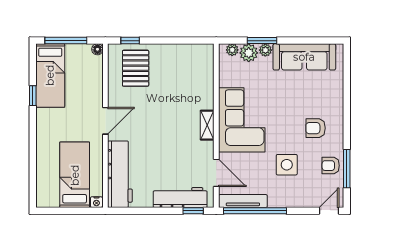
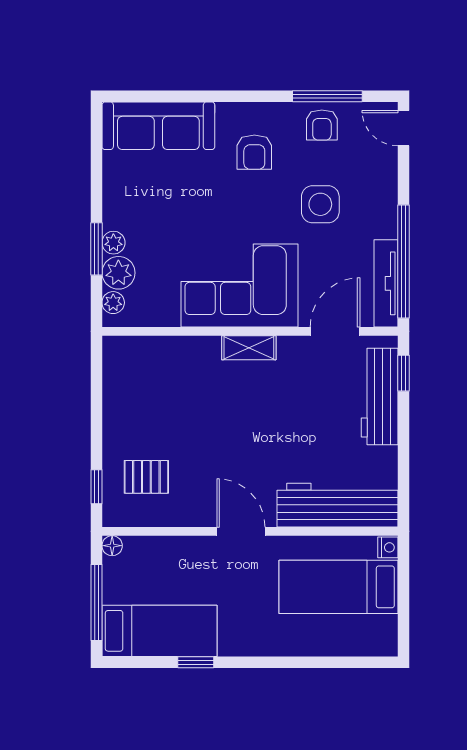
sofa: (304, 57) -> (158, 126), moved, turned 90
pallet: (136, 68) -> (146, 477), width x0.67, depth x0.71

